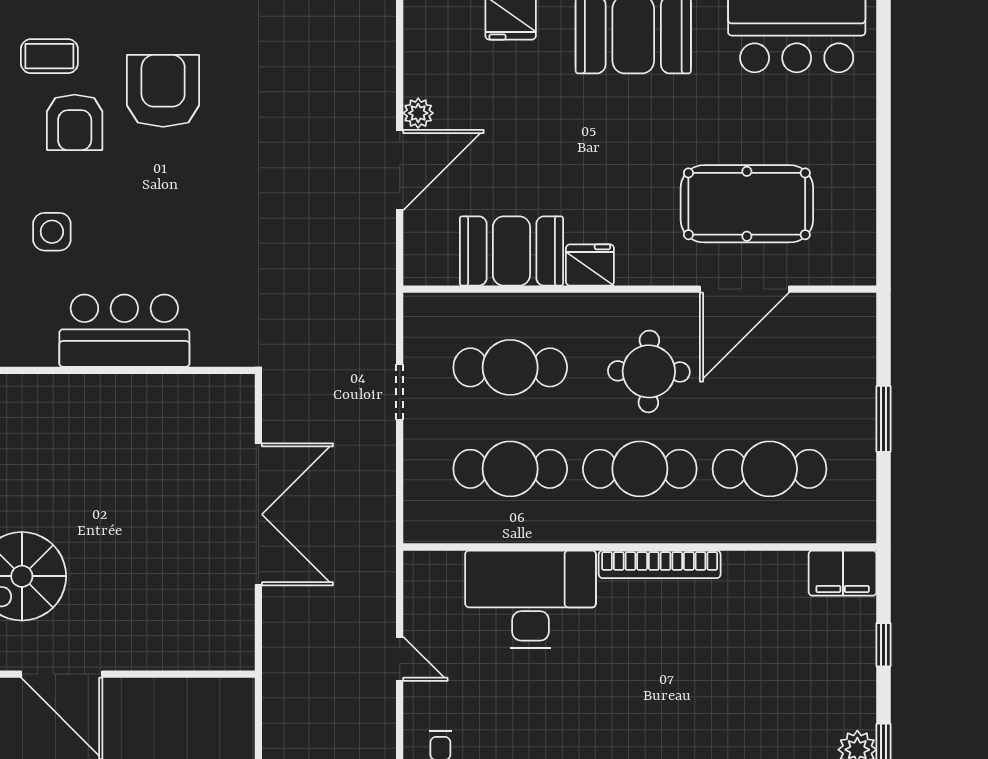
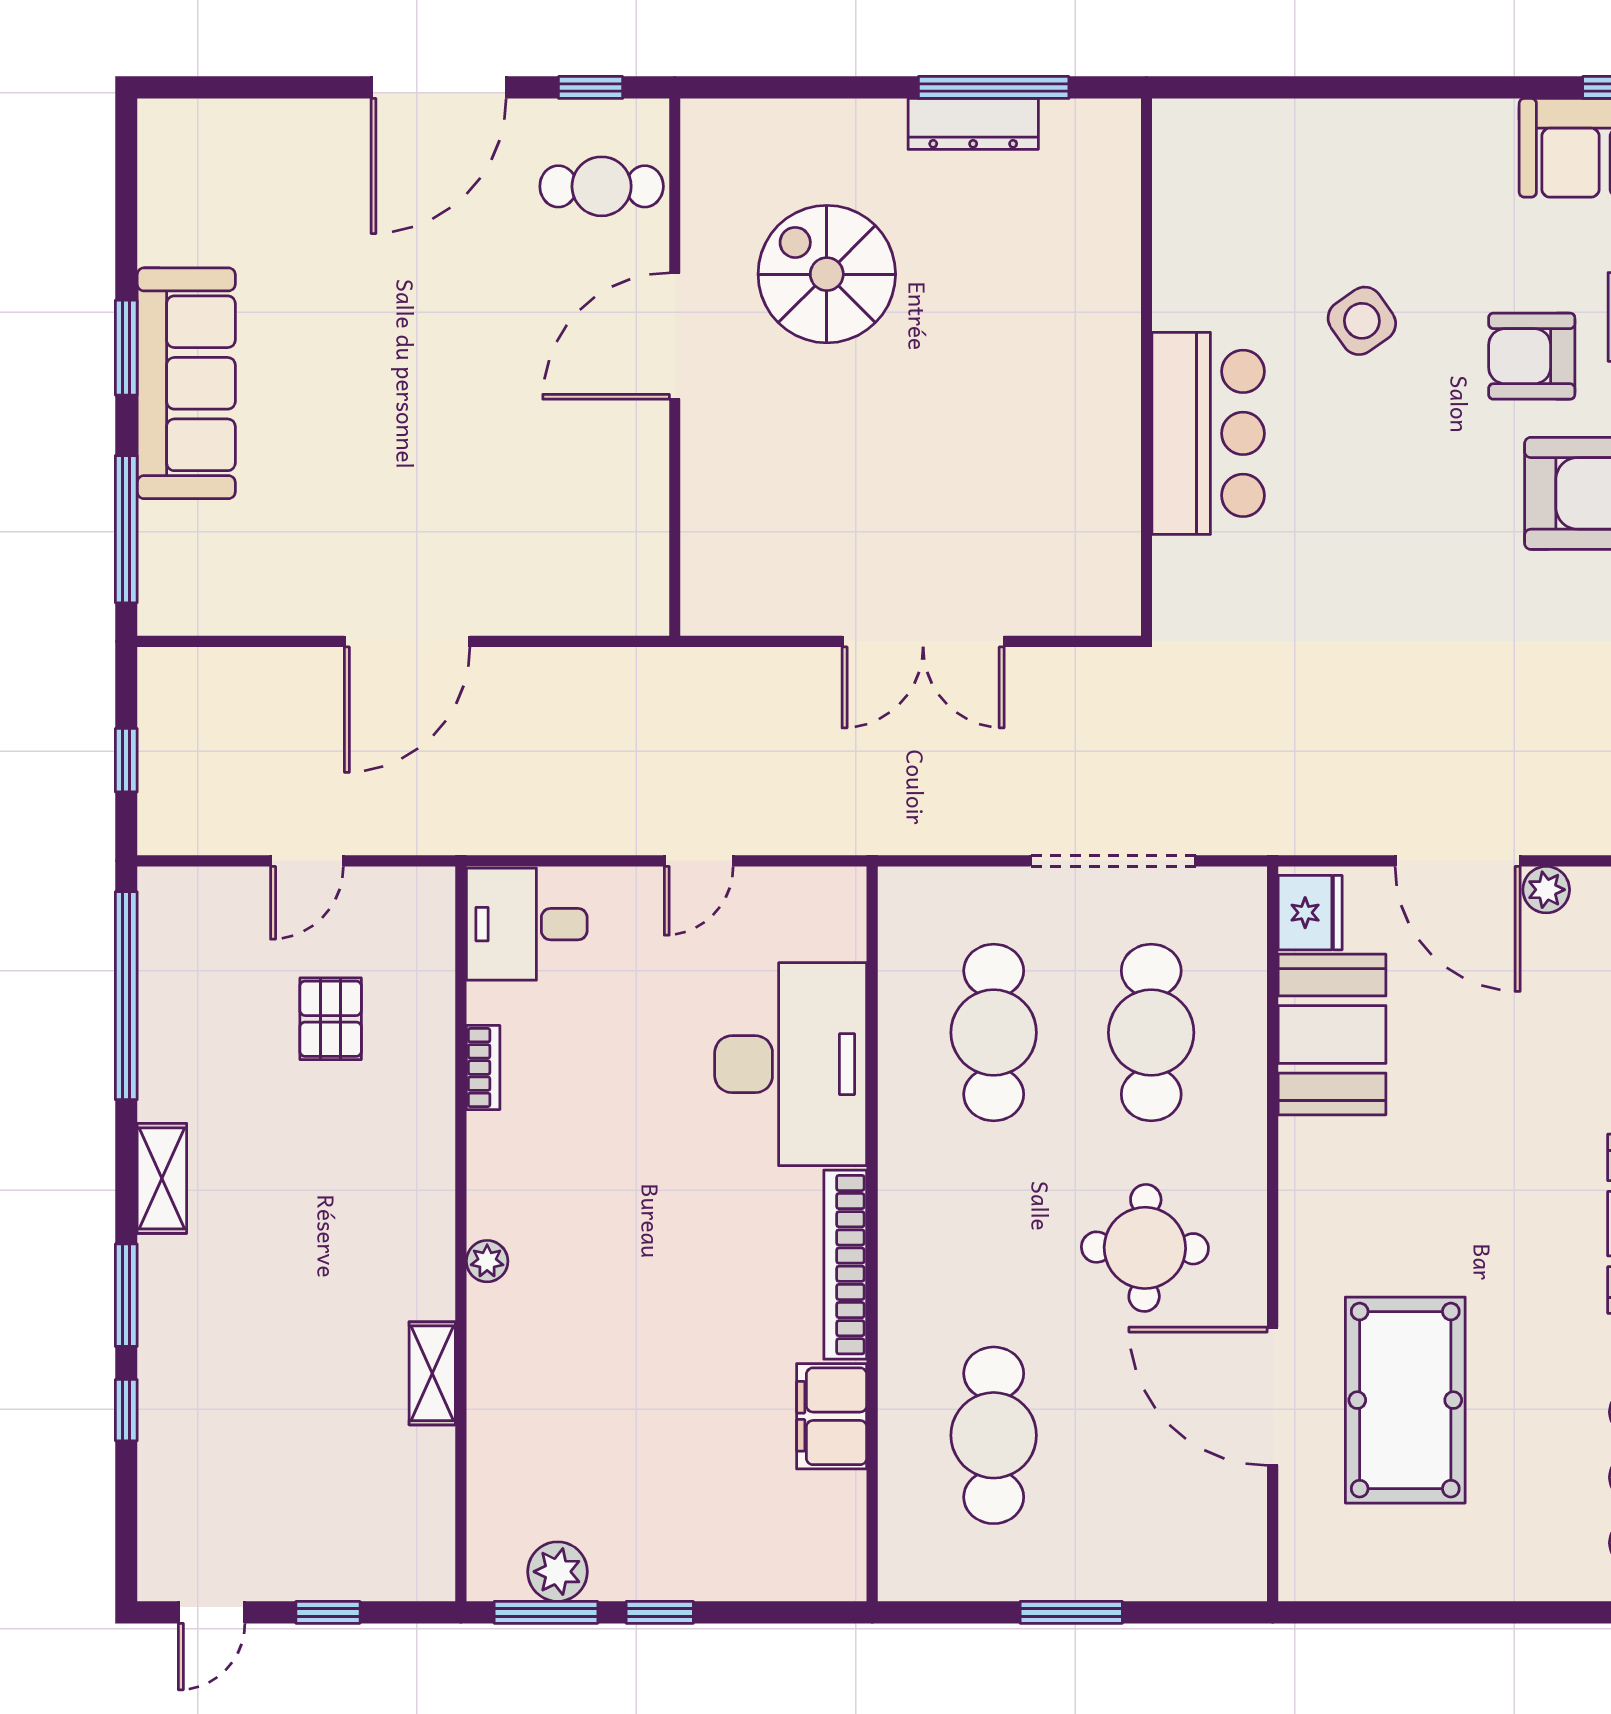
side table: (52, 232) -> (1362, 321), turned -35
fridge: (590, 265) -> (1310, 913), moved
doorway: (400, 392) -> (1113, 861), width x1.88
cafe table: (640, 469) -> (994, 1234), removed
double door: (258, 514) -> (923, 641), width x0.73
filing cabinet: (843, 573) -> (832, 1416), moved
window: (884, 645) -> (660, 1612), moved

